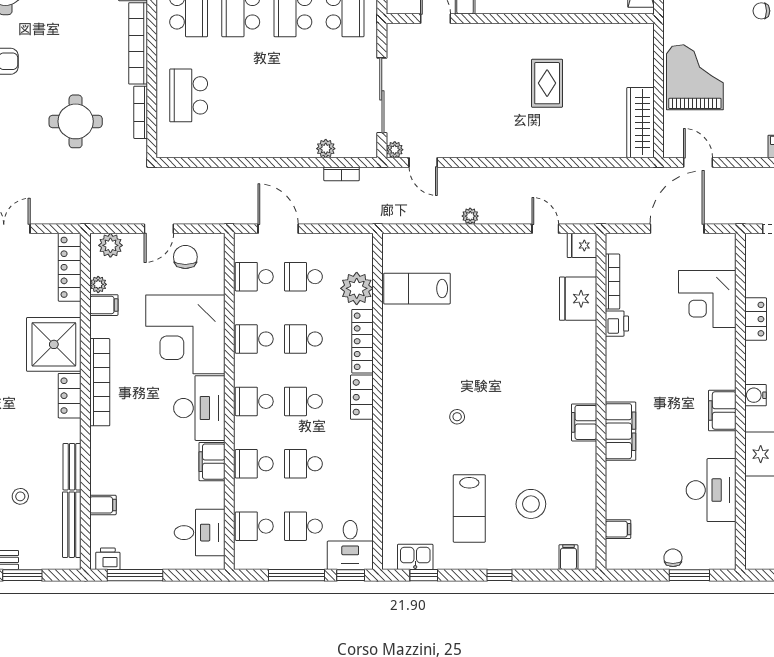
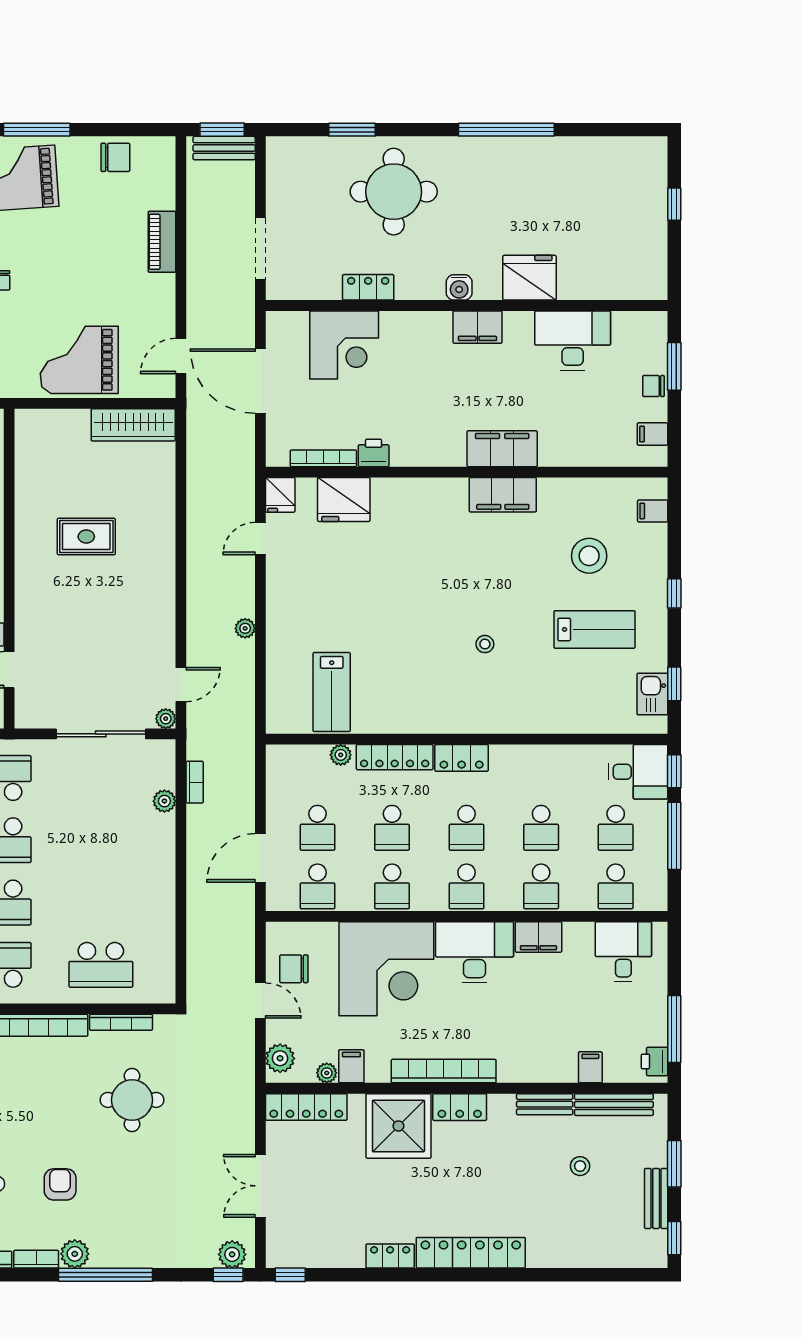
plant: (357, 288) -> (341, 755), width x0.53, depth x0.53
filing cabinet: (584, 422) -> (503, 495), width x1.50, depth x1.17
filing cabinet: (618, 529) -> (652, 434), moved, turned -90

